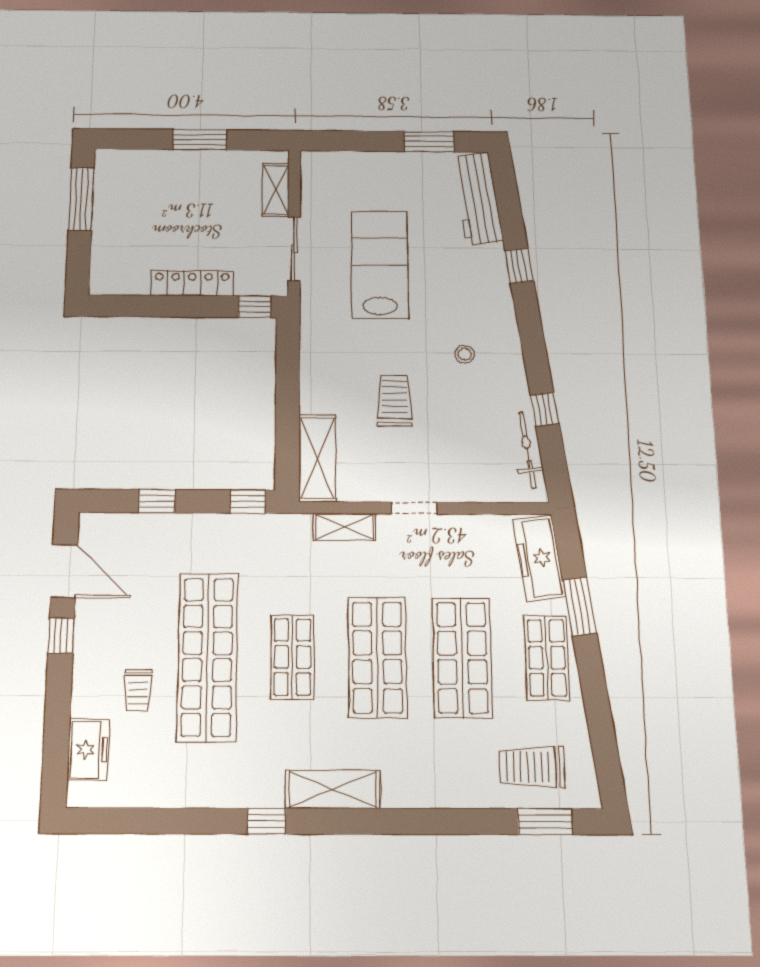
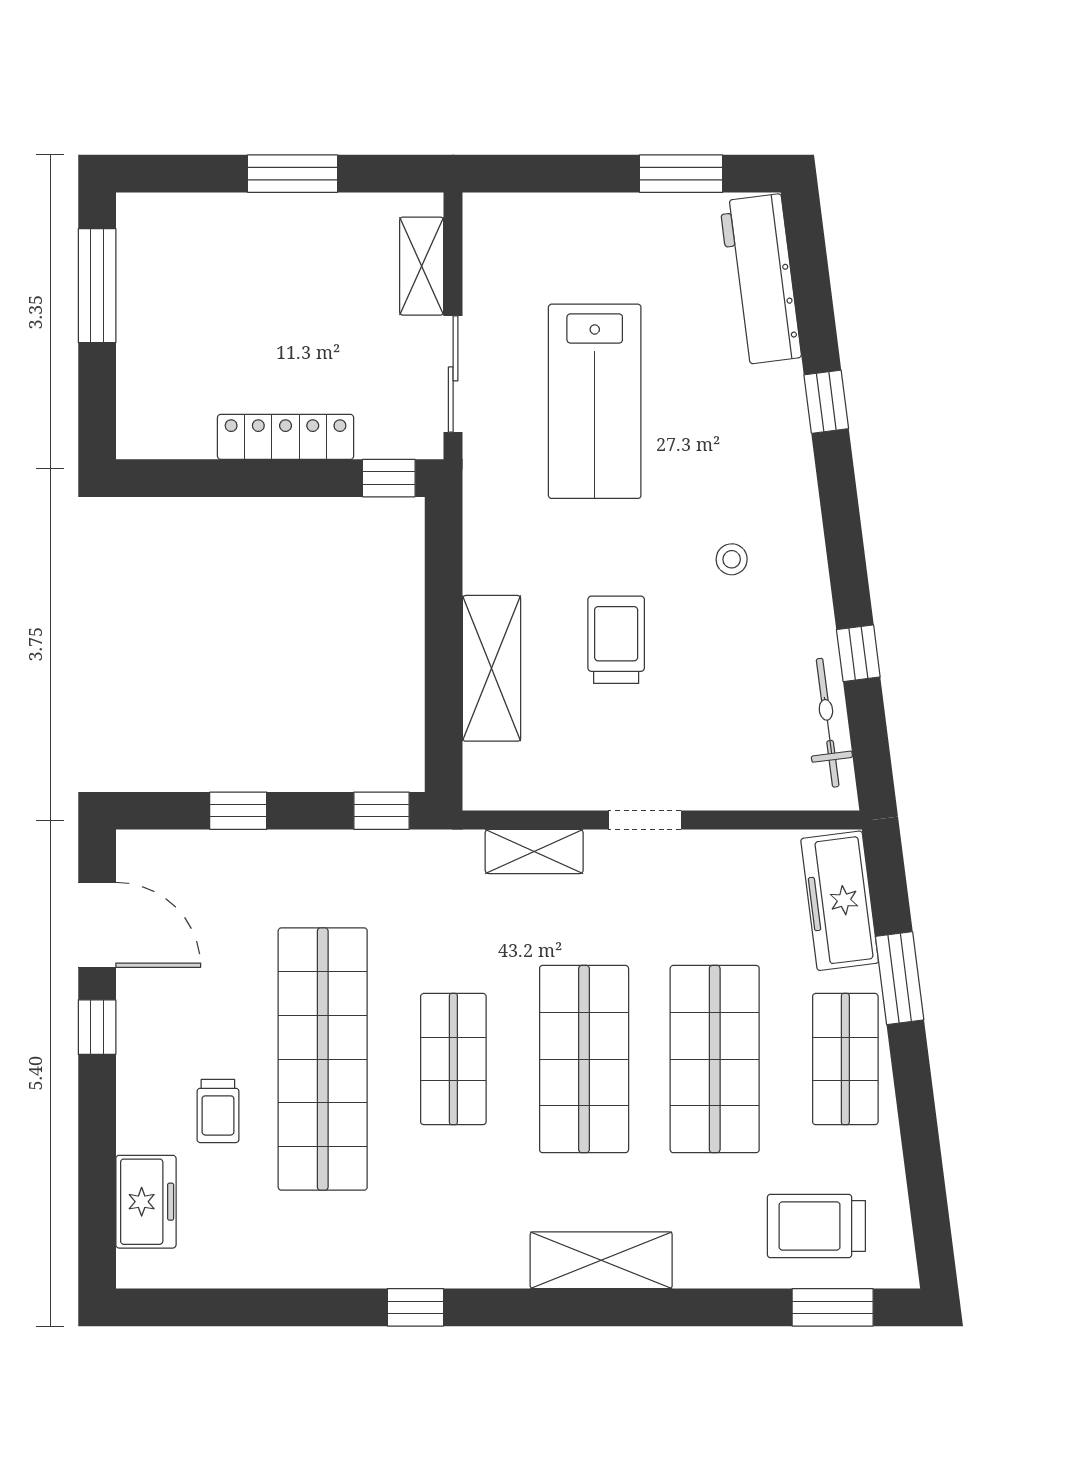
lab bench: (380, 265) -> (595, 401), turned 180
shelving: (317, 458) -> (492, 668), moved
shelving: (333, 789) -> (601, 1260), moved

